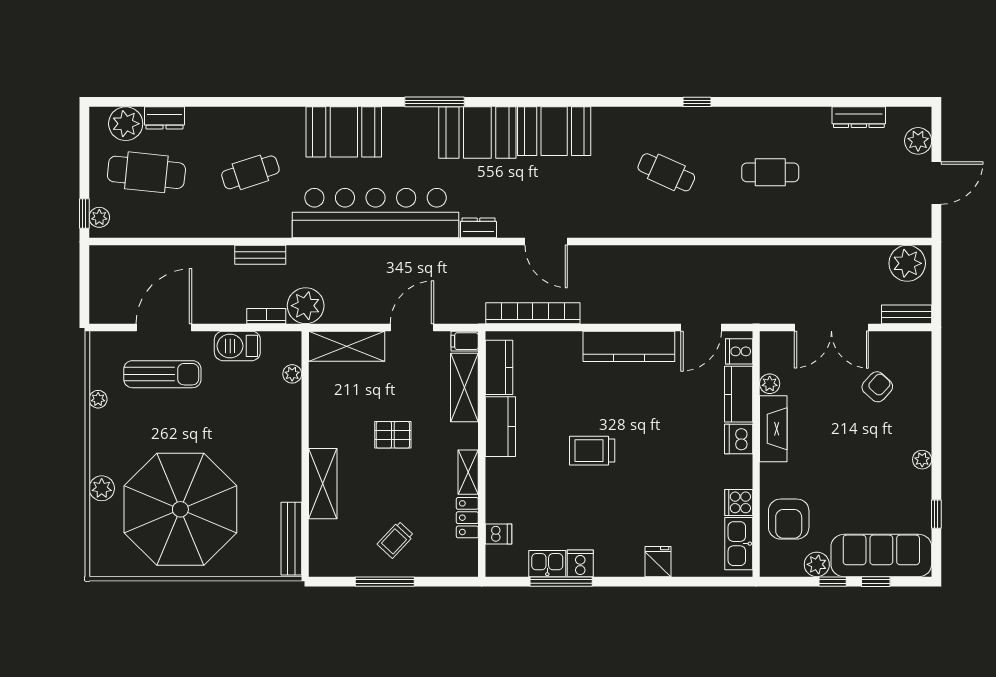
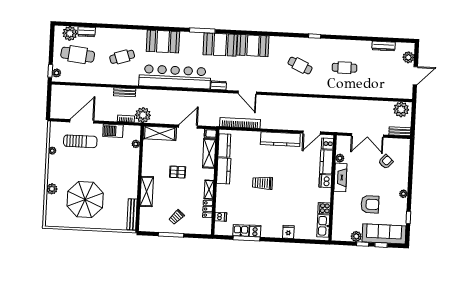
parasol: (180, 509) -> (85, 199), width x0.73, depth x0.73
armchair: (789, 519) -> (370, 204), moved, turned -90

